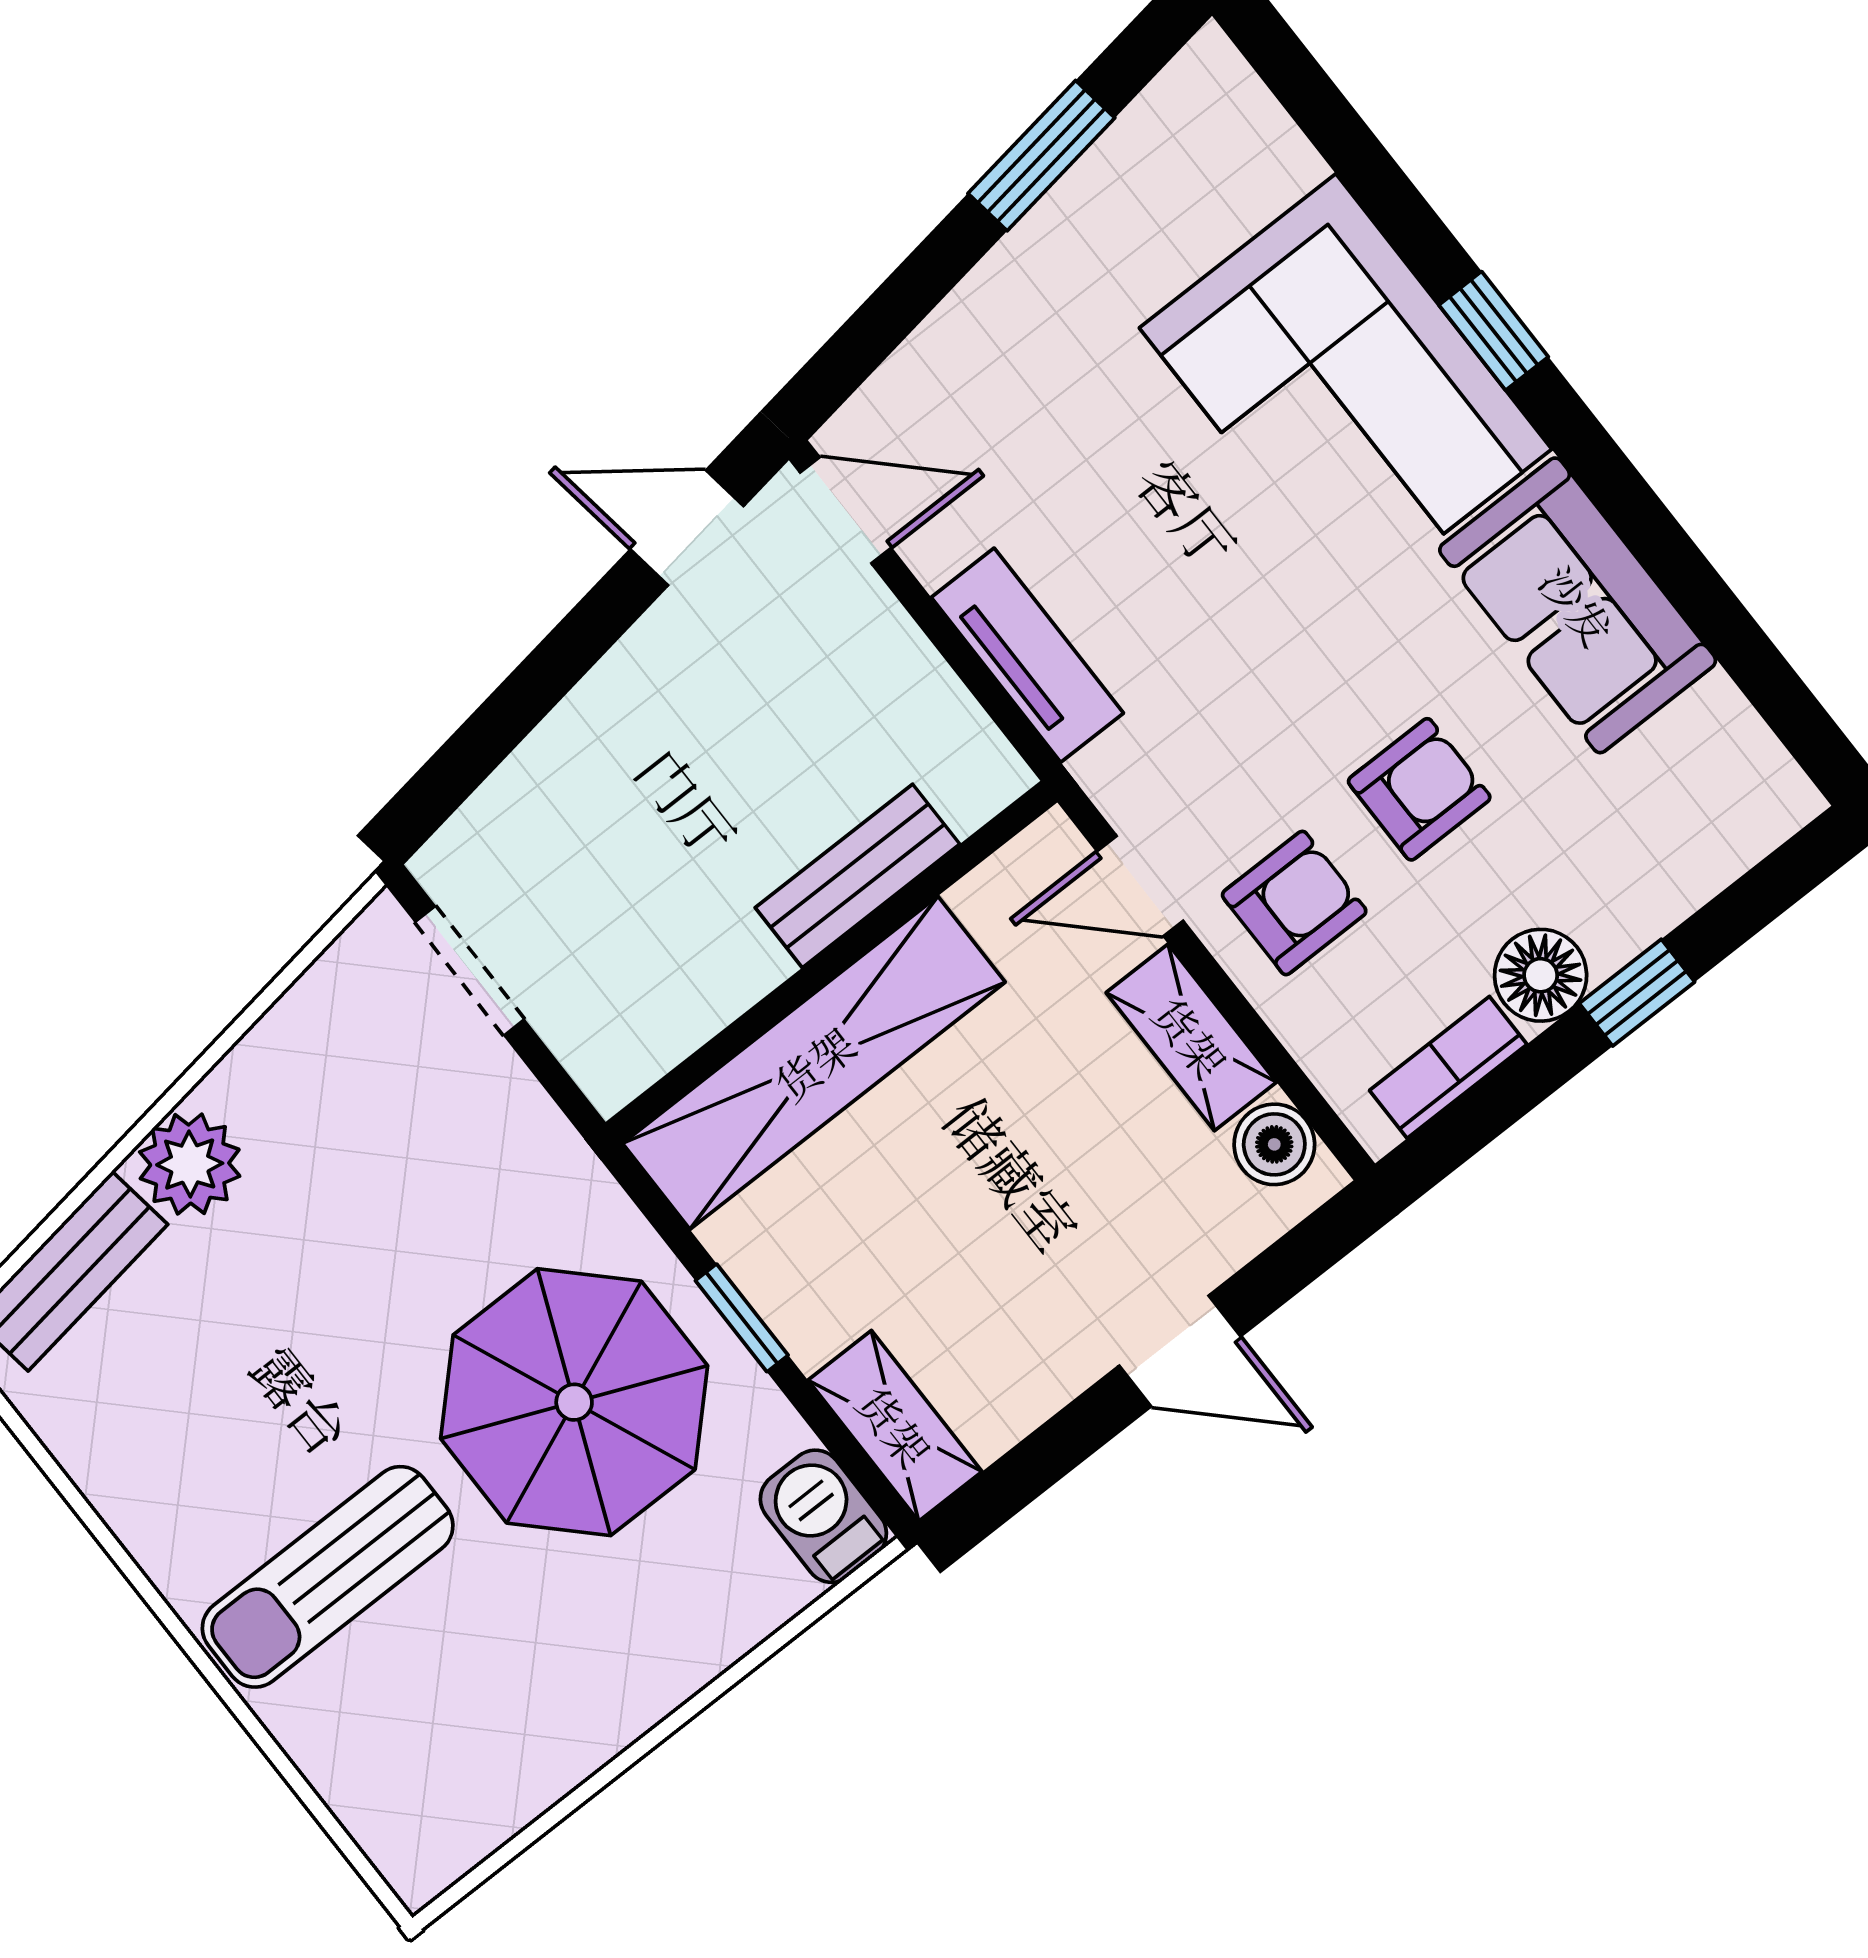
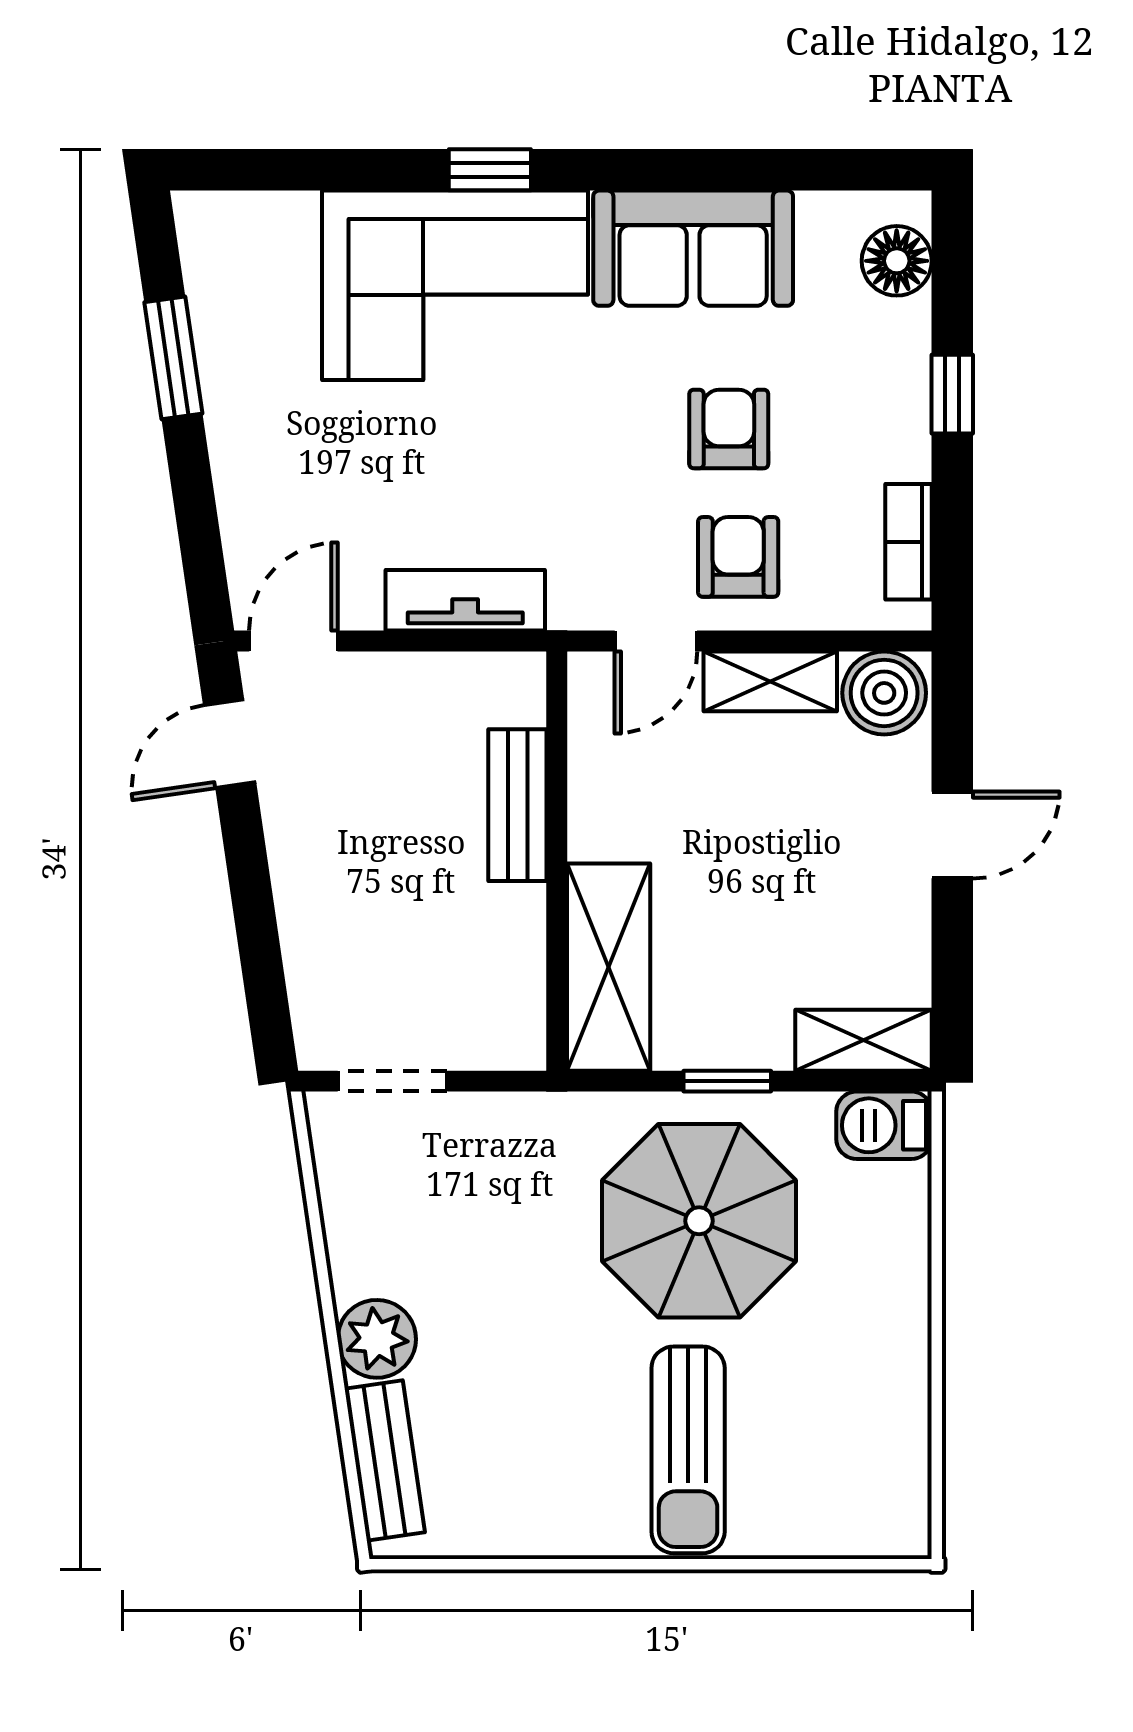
floor lamp: (1541, 975) -> (897, 261), moved
shelving: (814, 1063) -> (609, 967), width x0.68
boiler: (1274, 1144) -> (884, 693), width x1.36, depth x1.36

